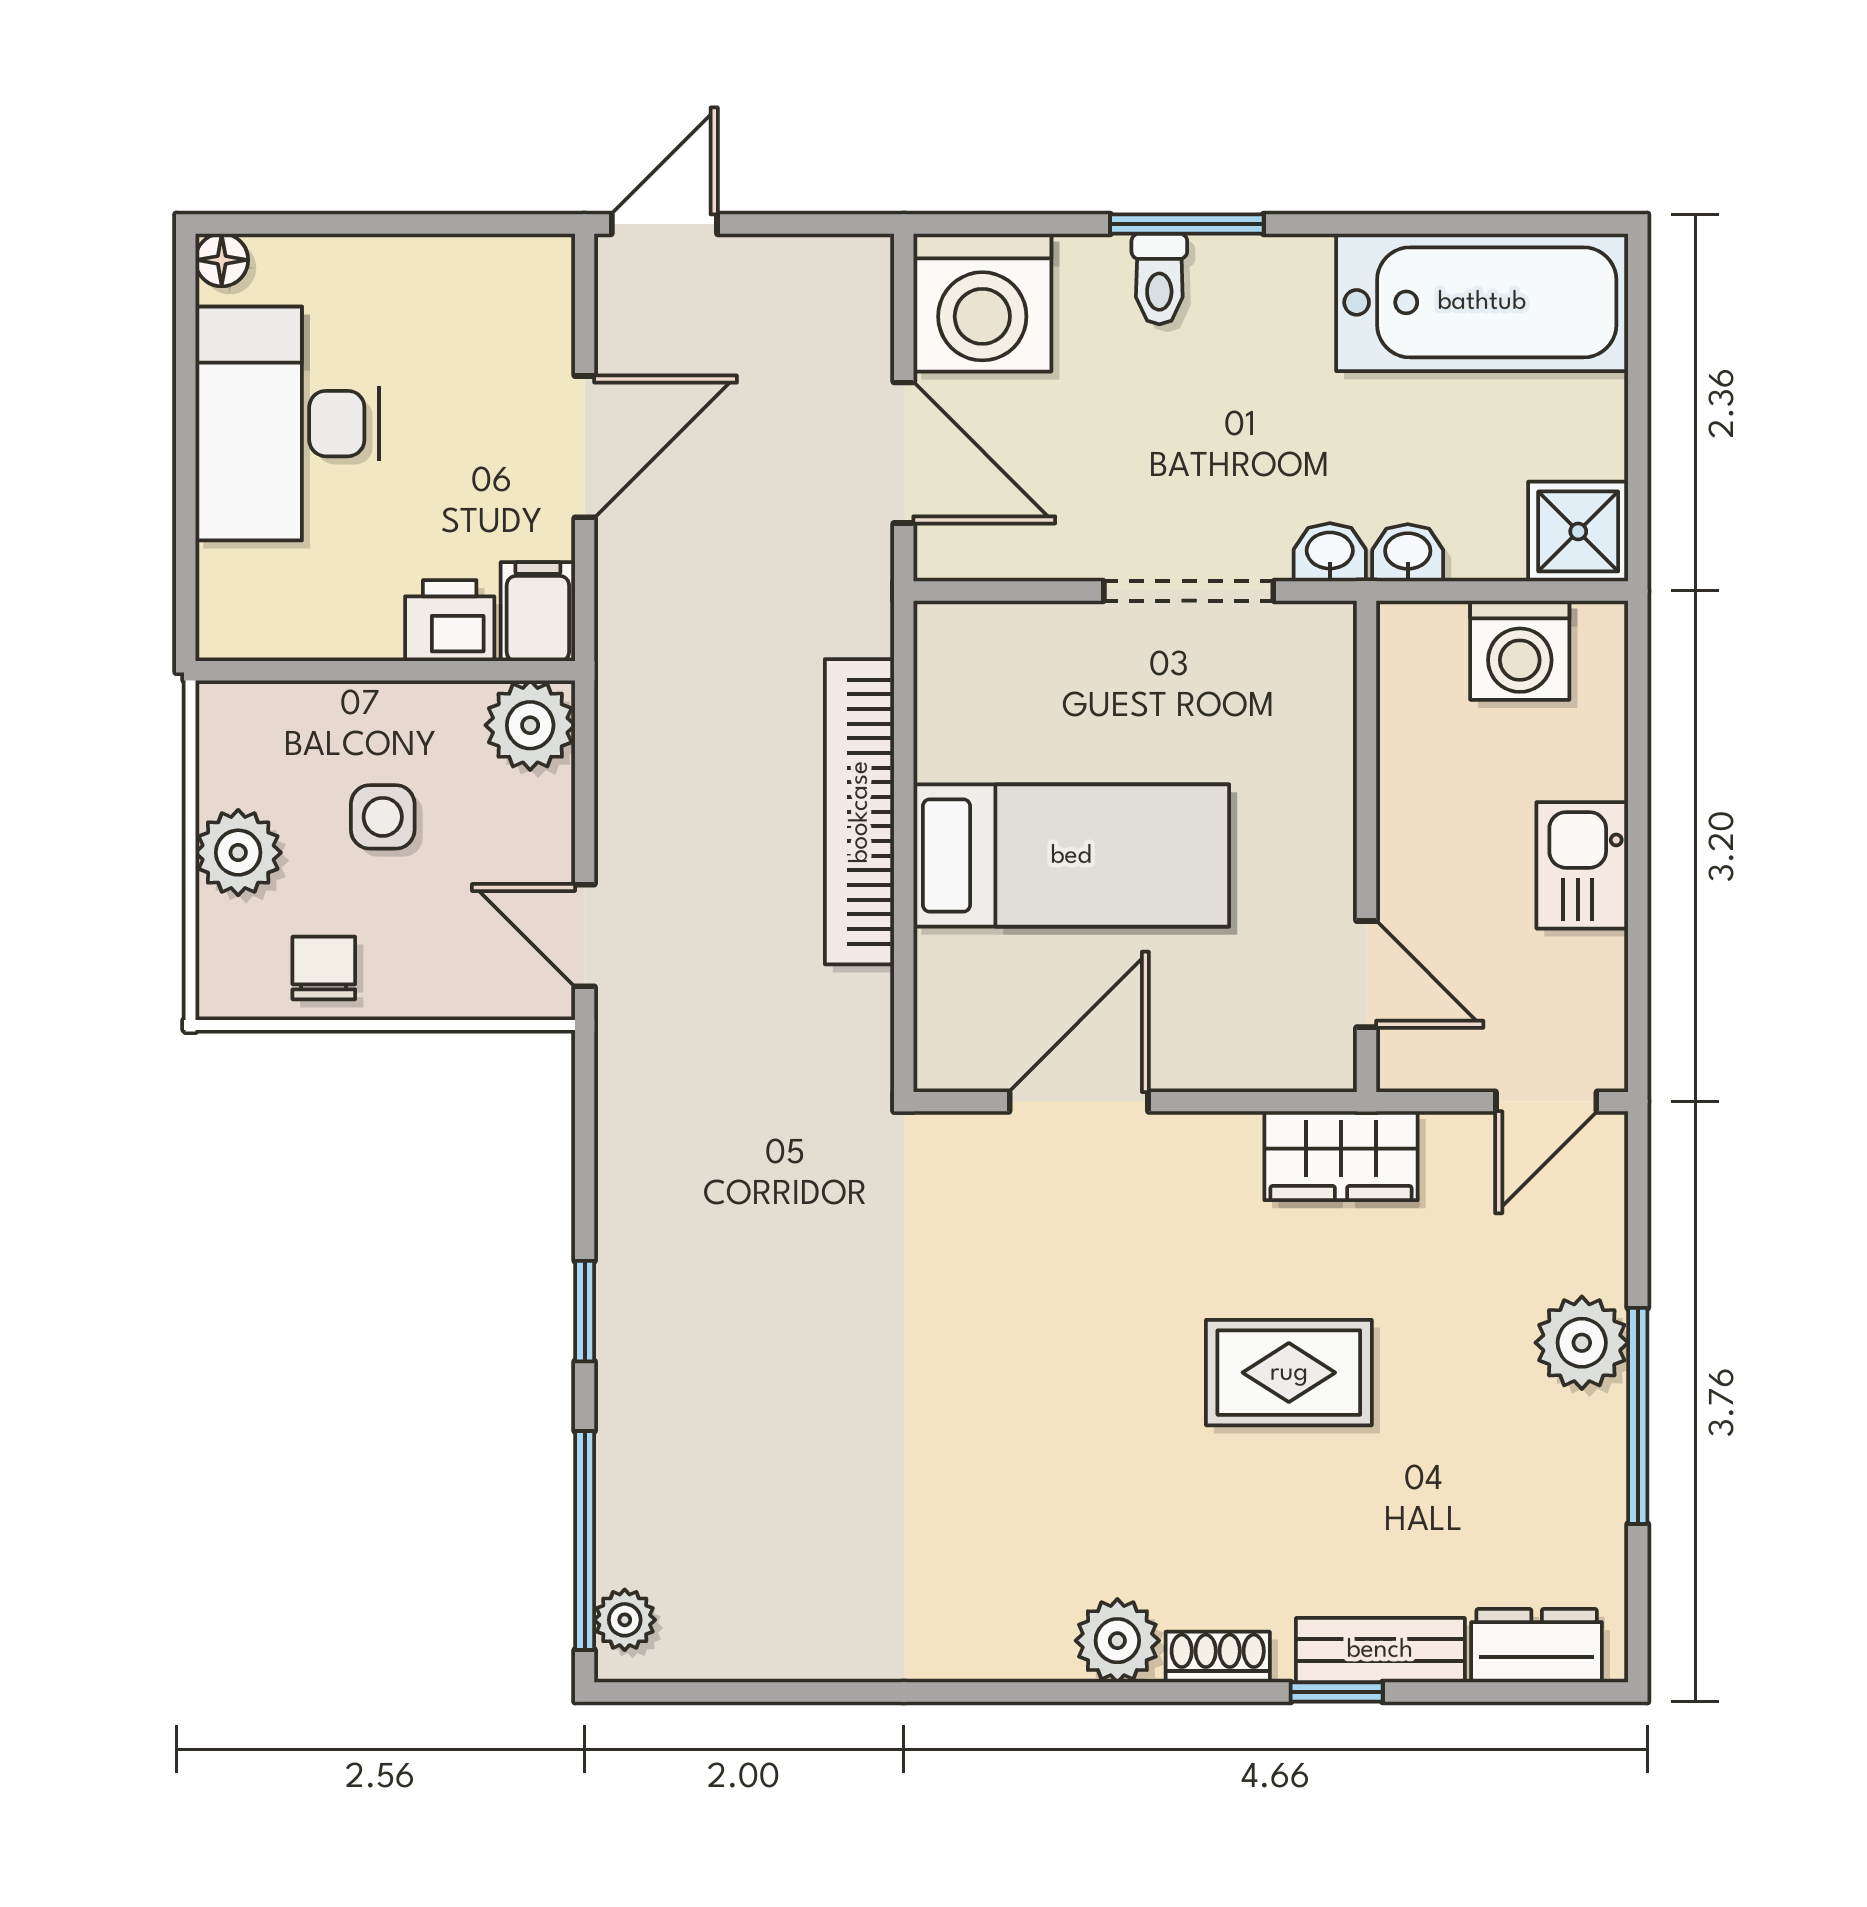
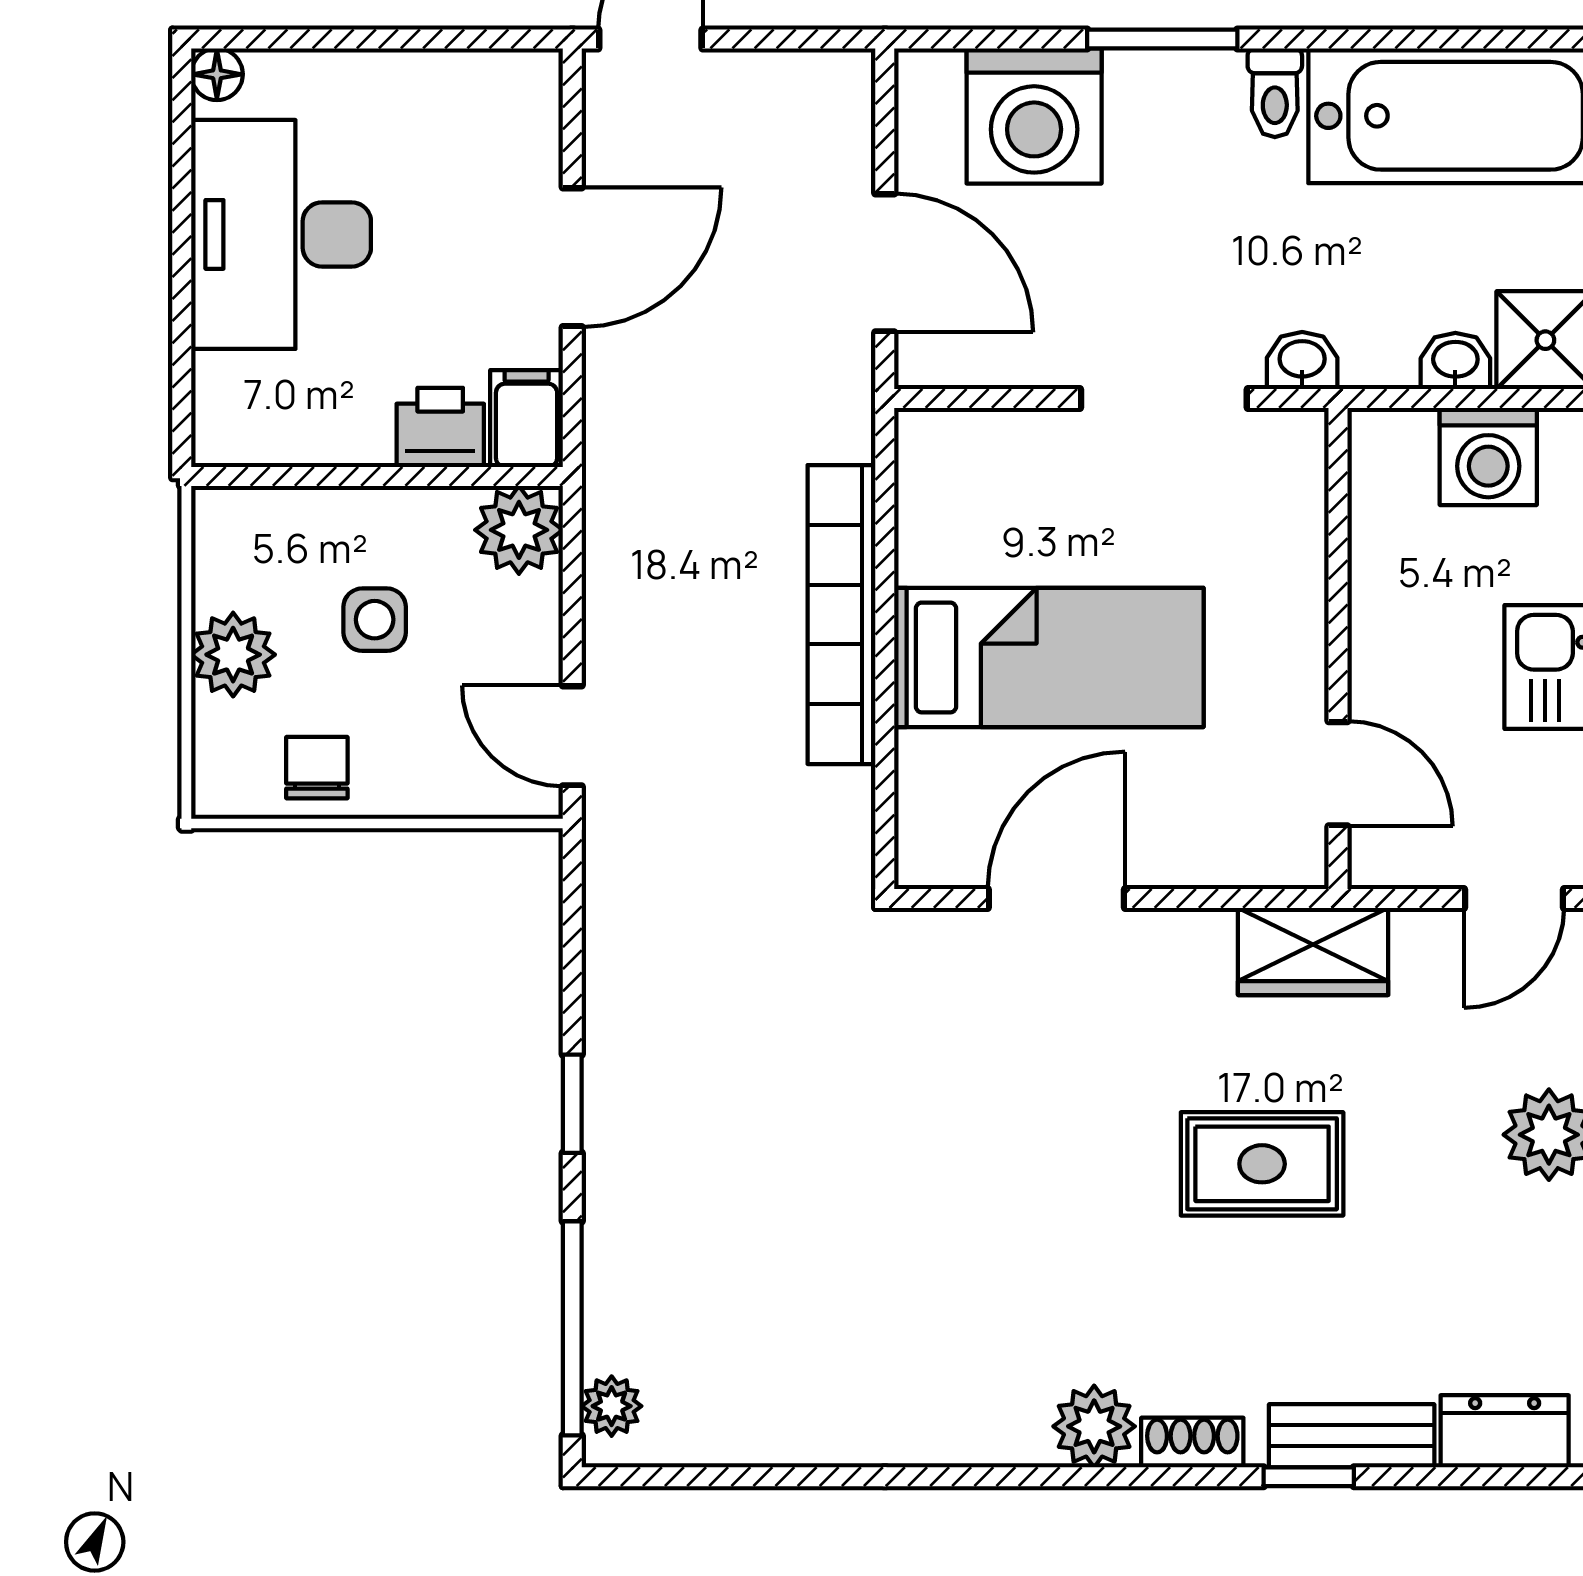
toilet: (1159, 279) -> (1275, 93), moved
washing machine: (982, 303) -> (1034, 116), moved
washbasin: (1408, 553) -> (1455, 361), moved

